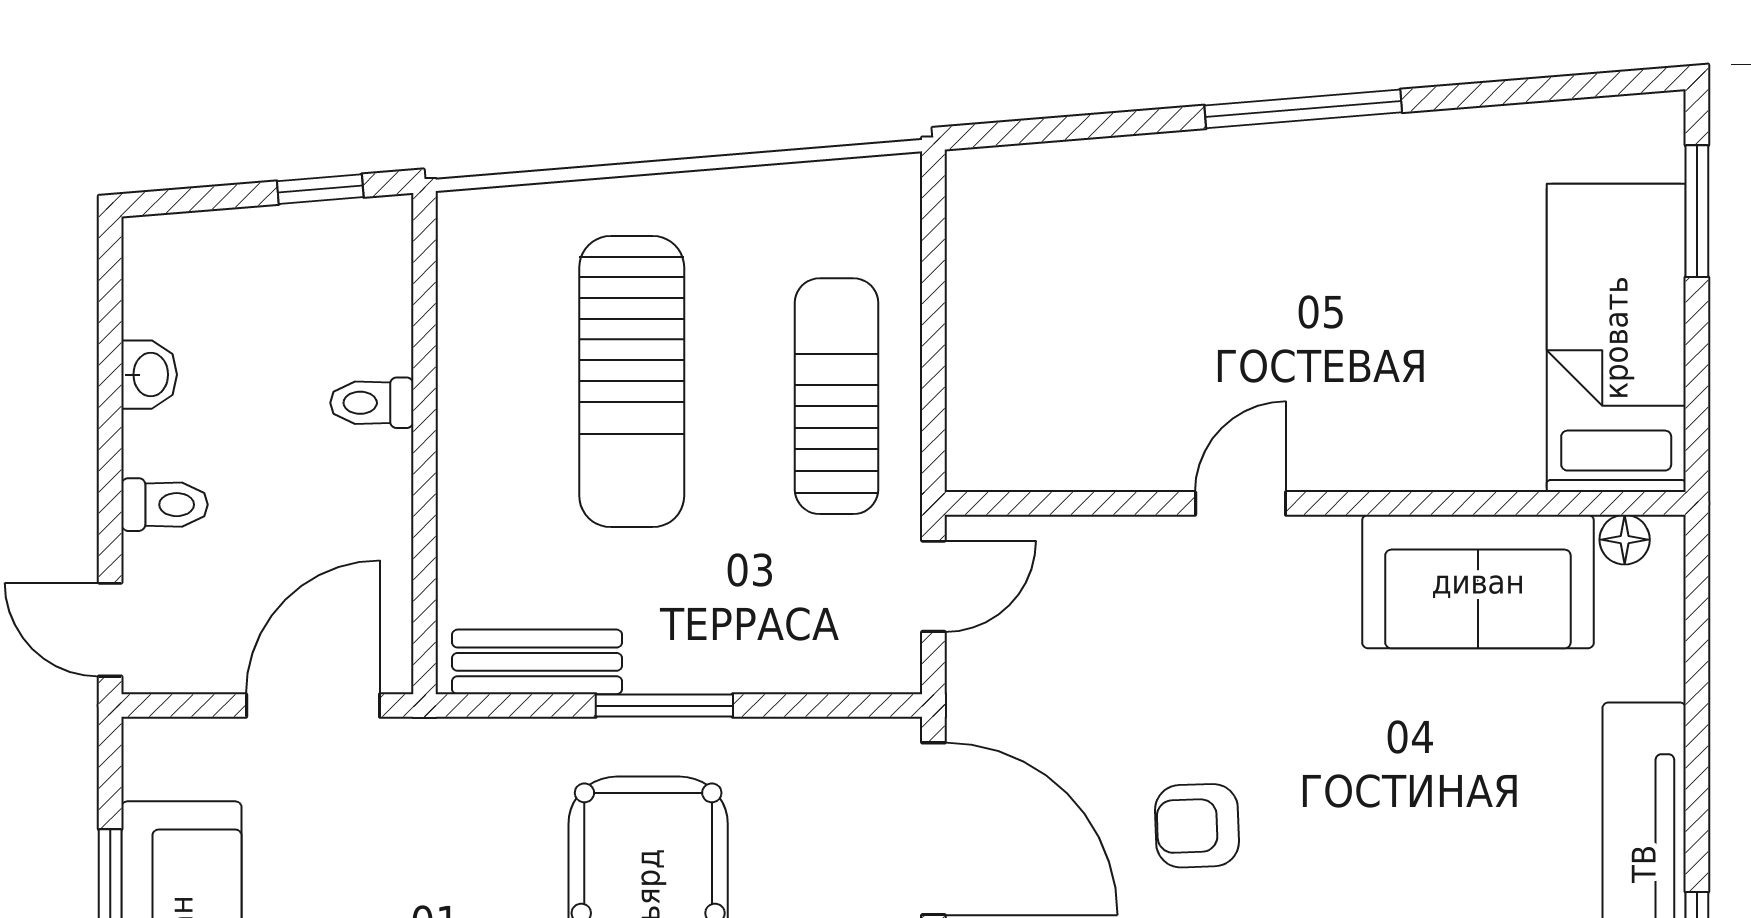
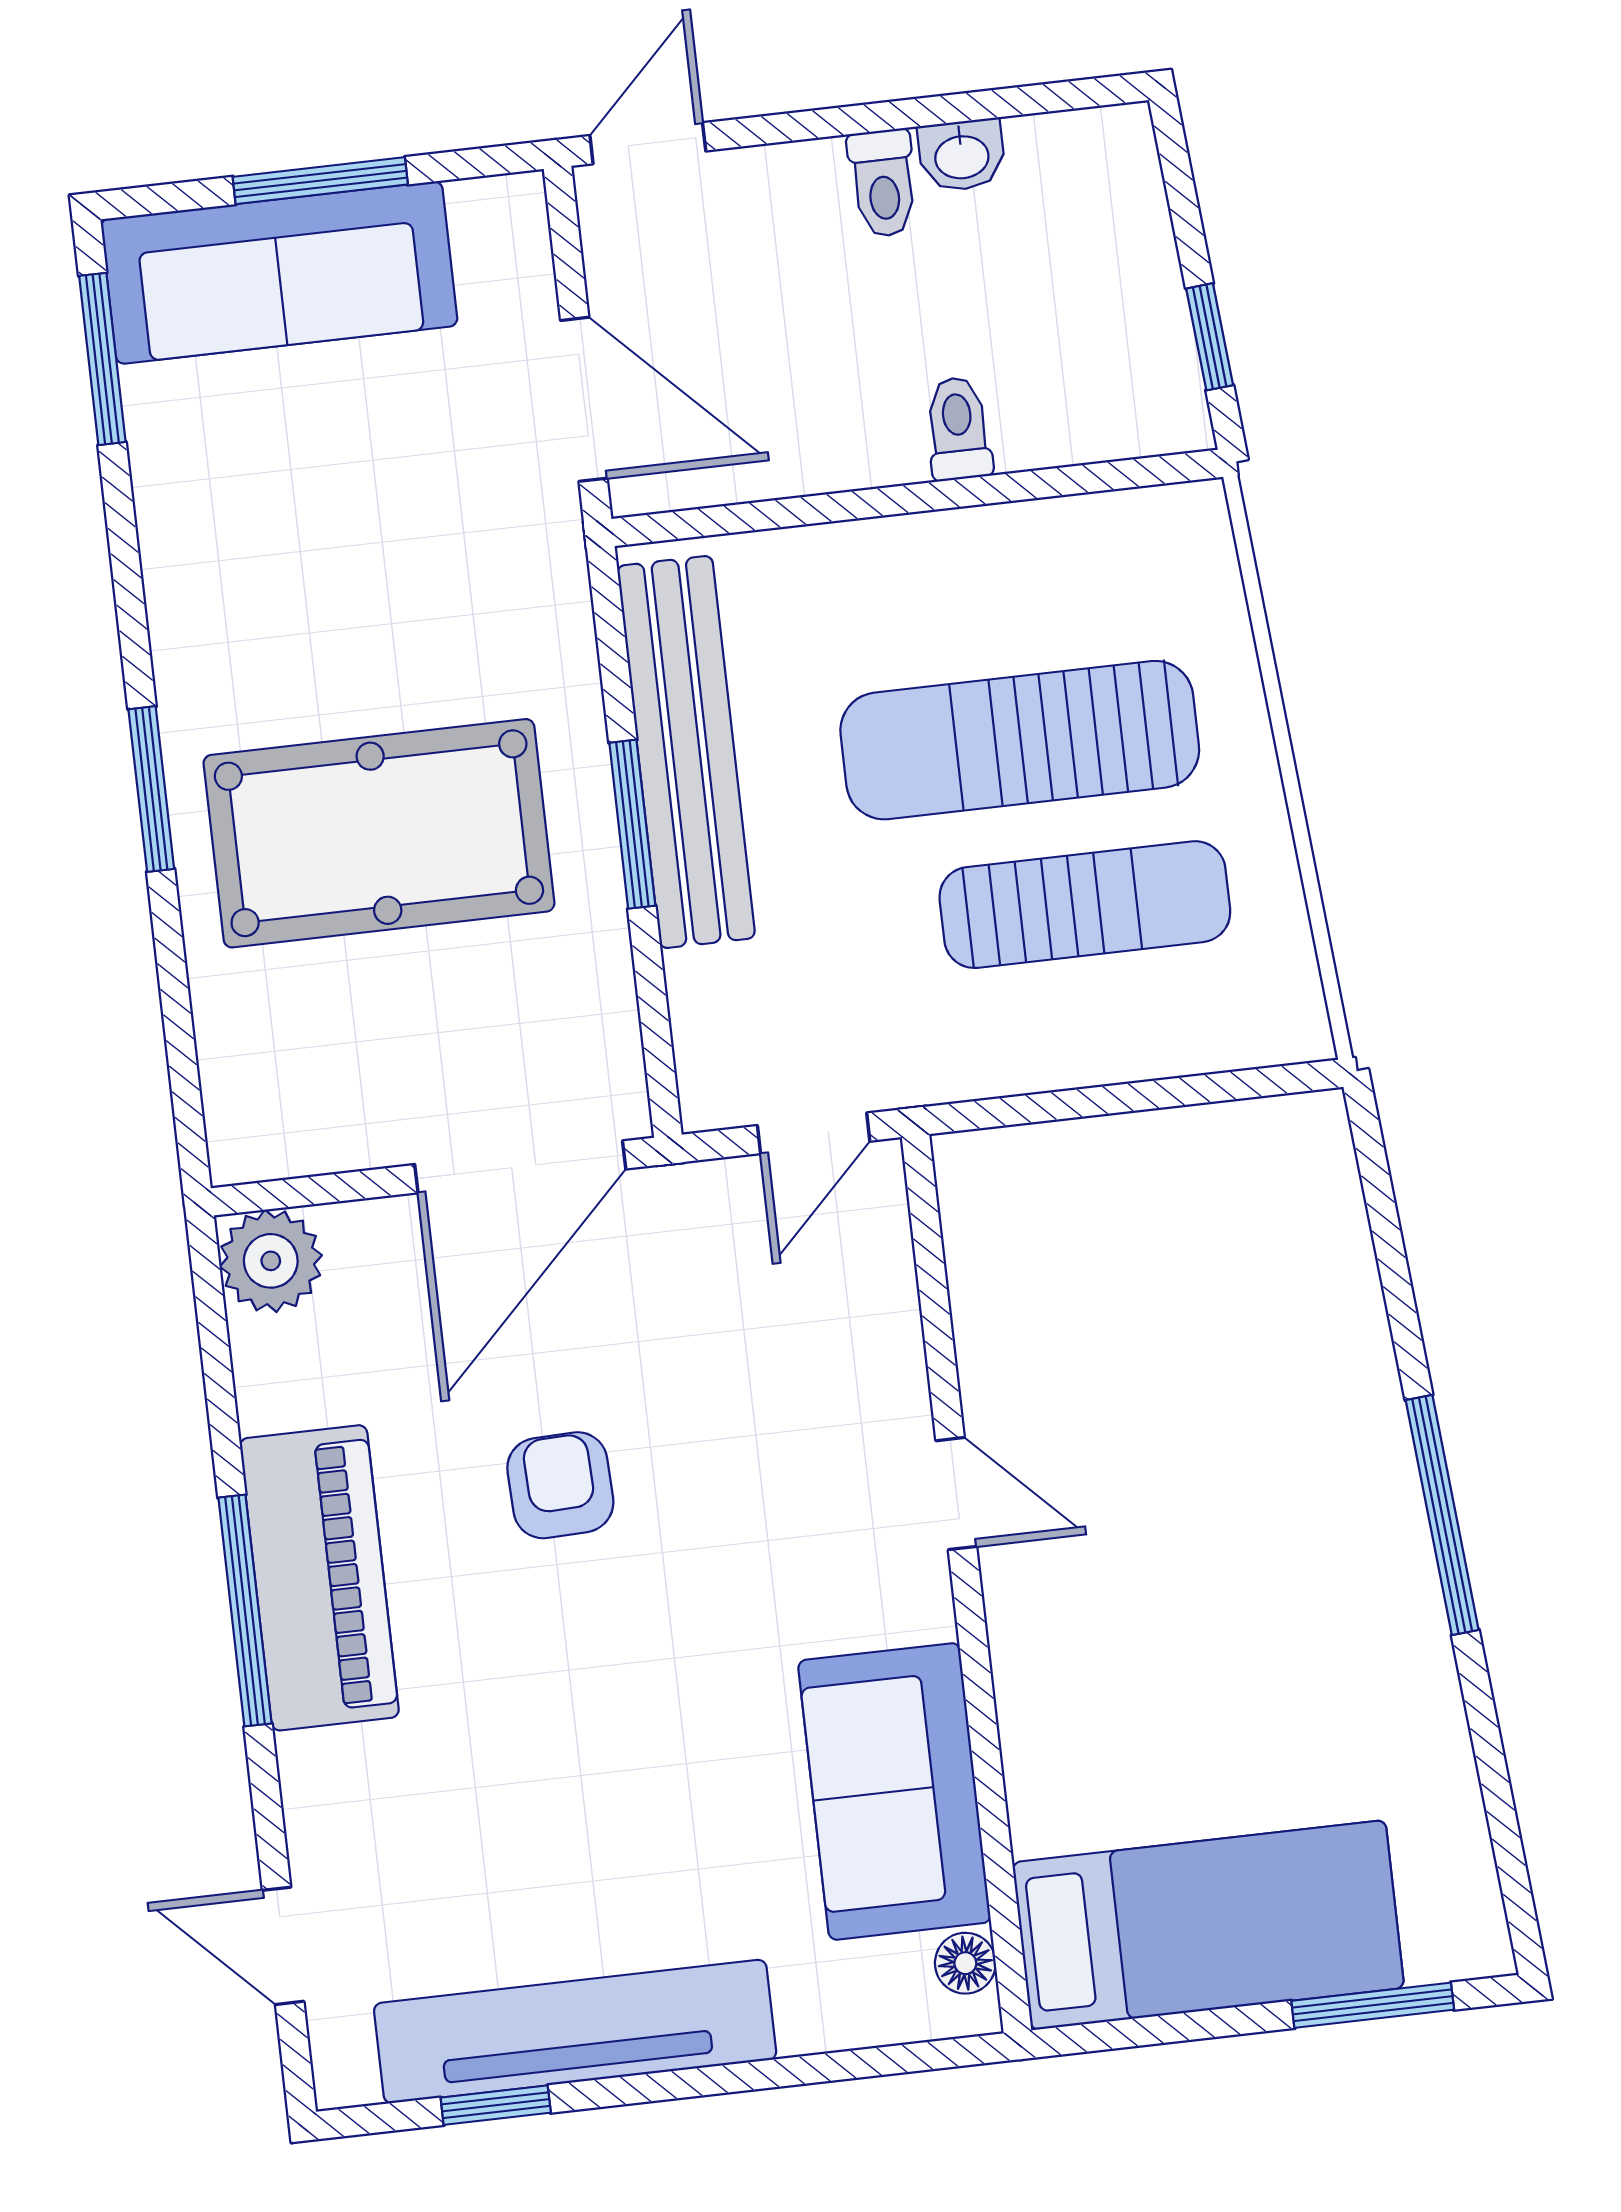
sun lounger: (836, 396) -> (1085, 905), moved
toilet: (165, 505) -> (883, 183), moved
door: (933, 586) -> (814, 1133), hinge flipped
bench: (537, 662) -> (686, 752), width x1.86, depth x1.21

